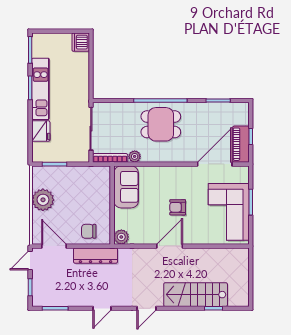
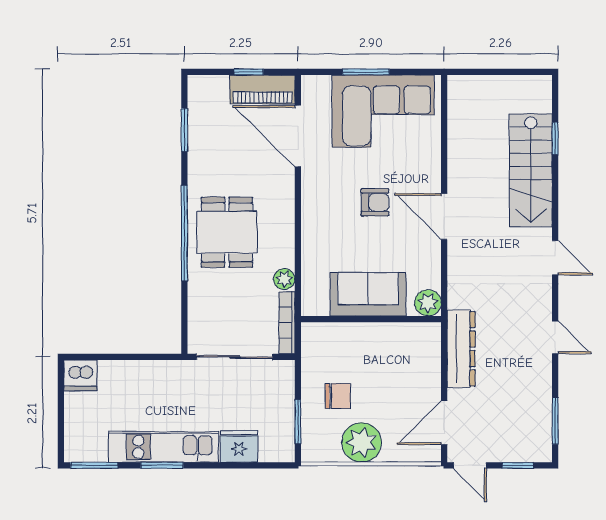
sofa: (126, 187) -> (368, 294), moved
armchair: (178, 207) -> (375, 202), turned -90
chair: (89, 231) -> (338, 396), moved, turned -90

